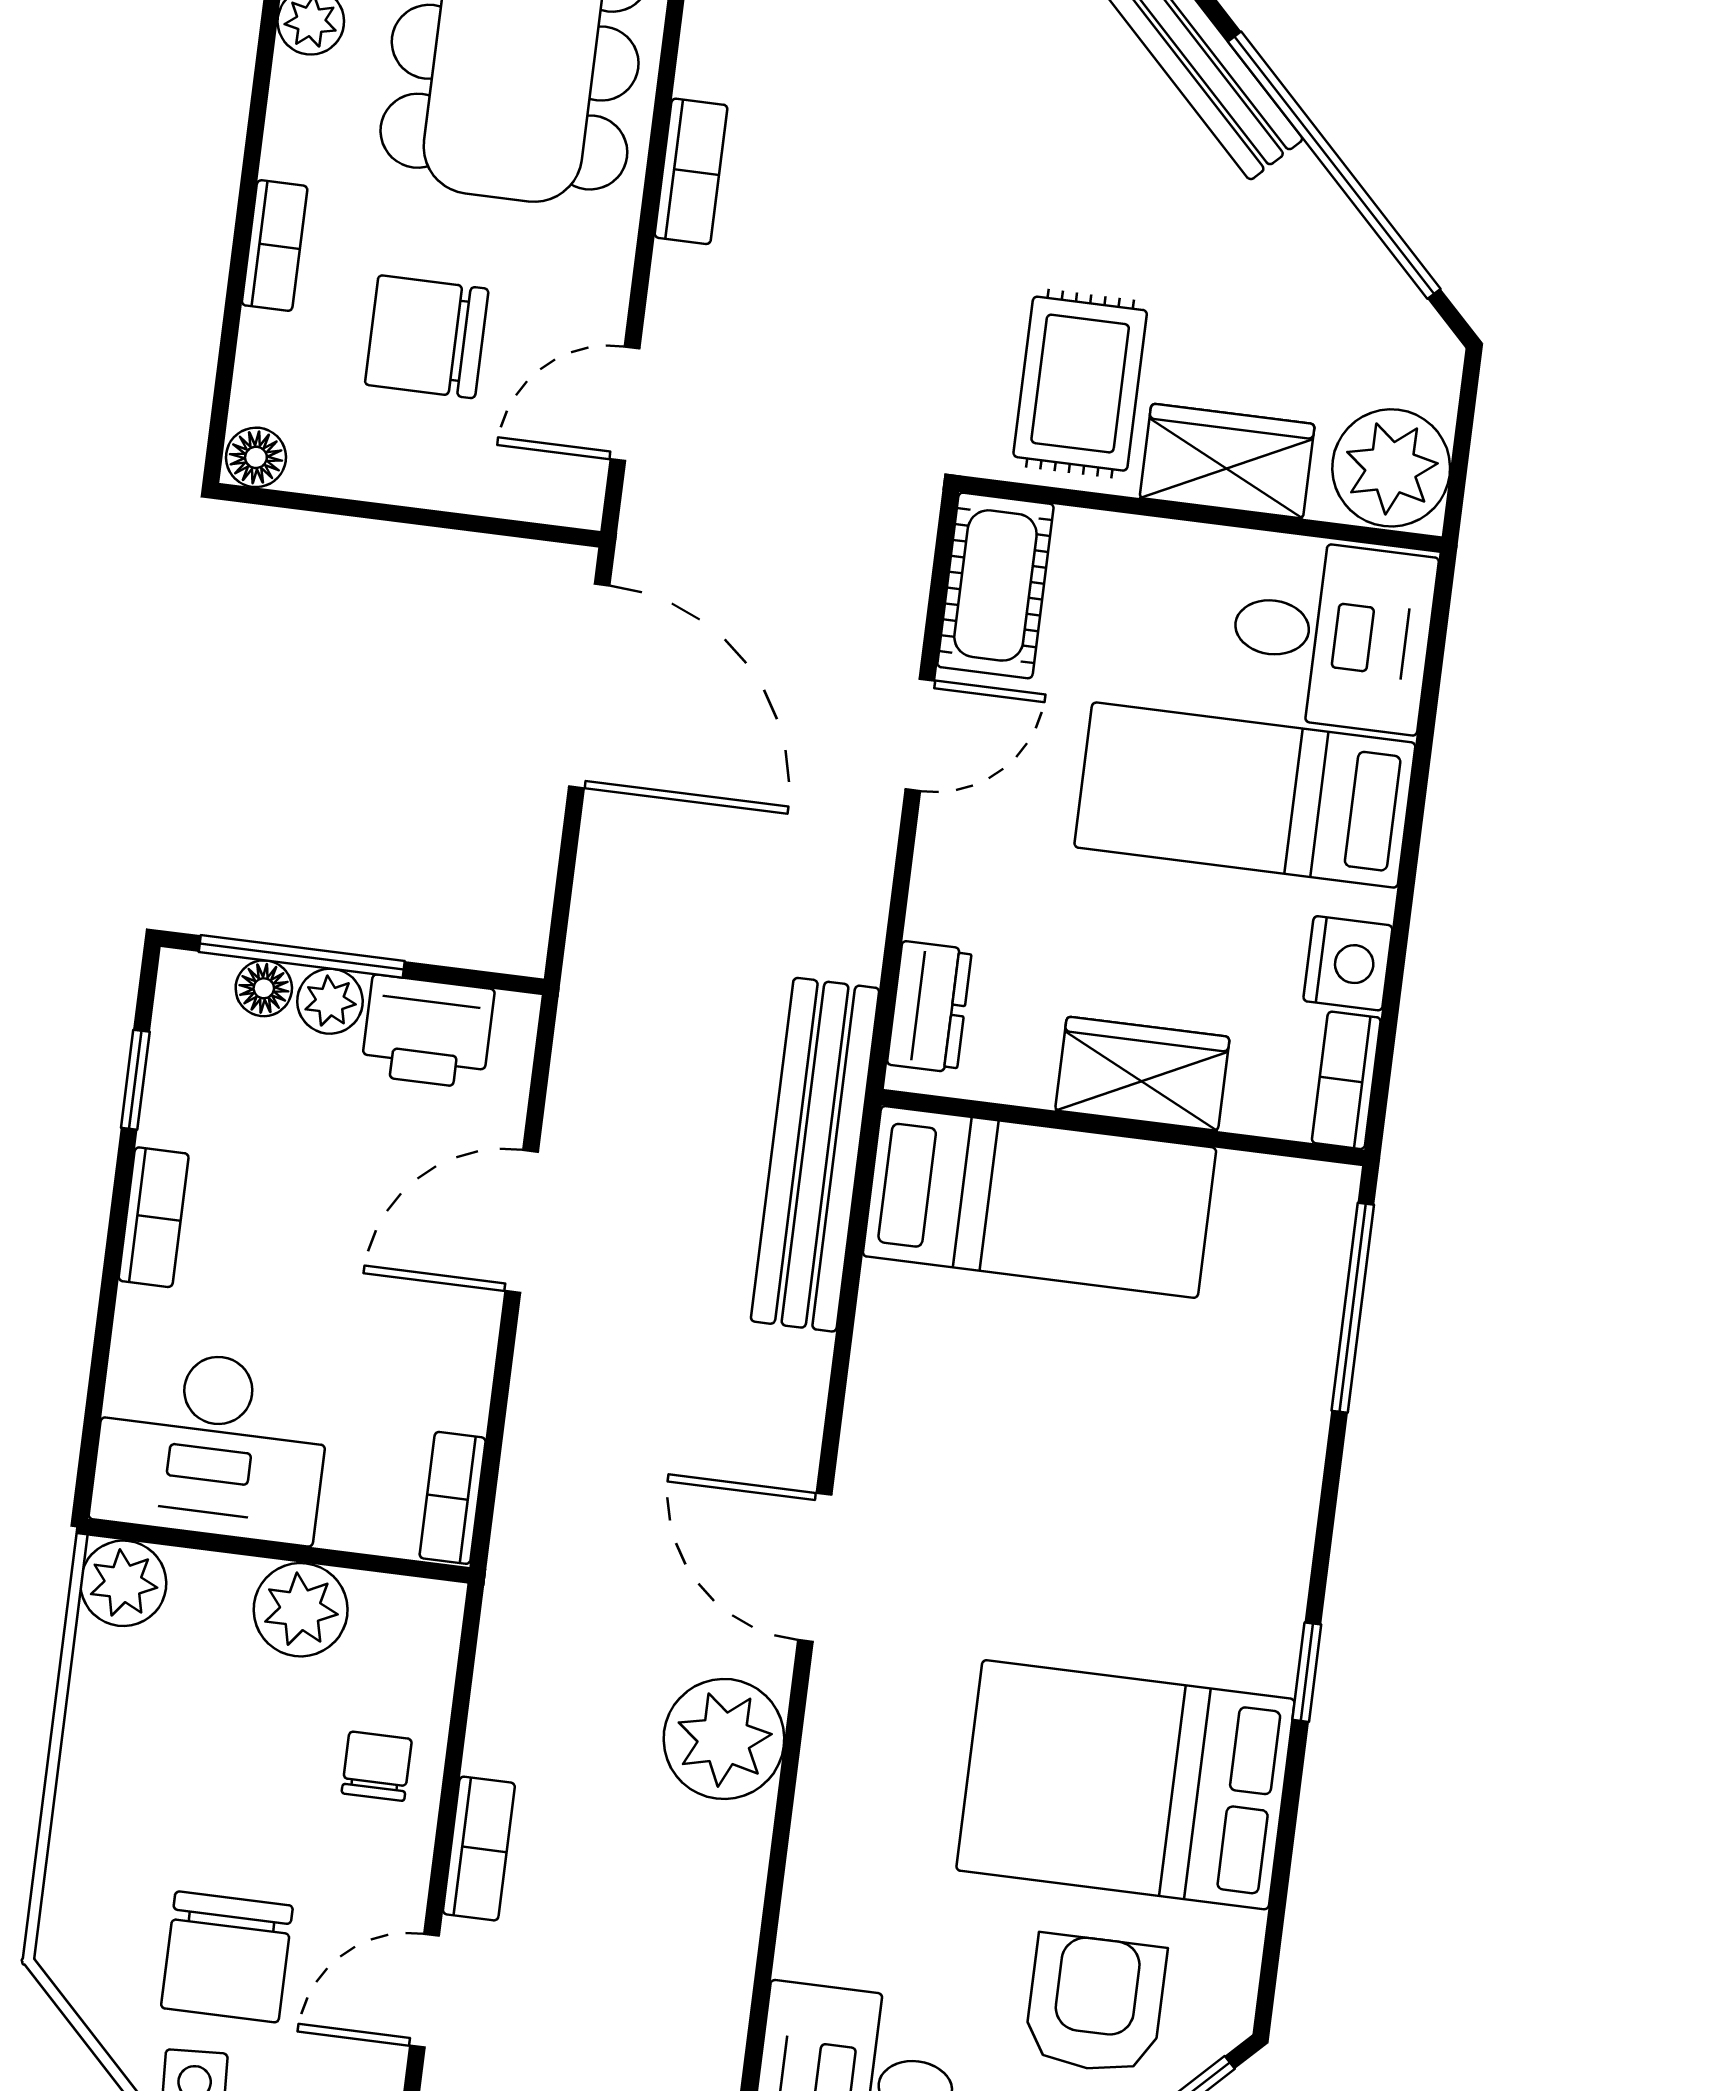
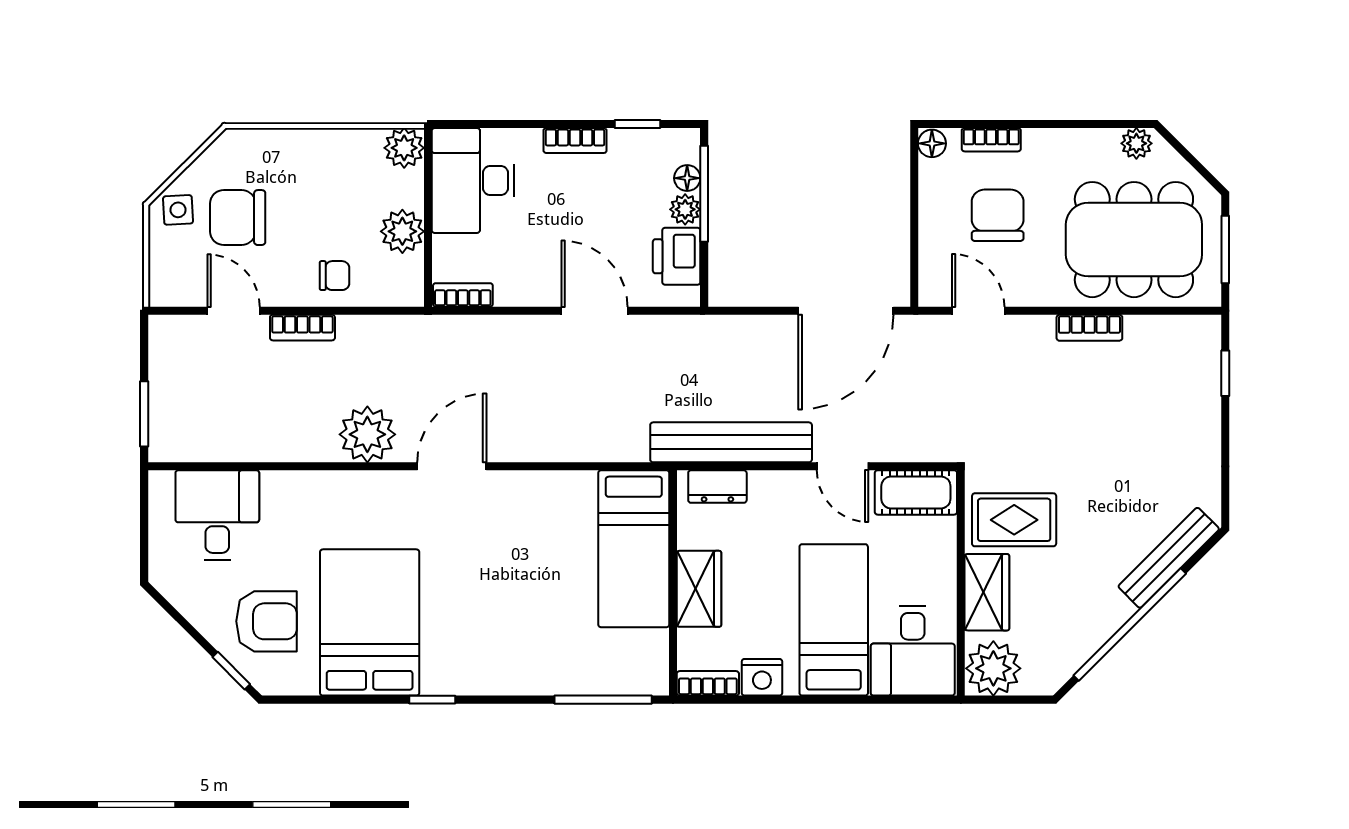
bookcase: (275, 246) -> (991, 140), moved
bench: (815, 1155) -> (731, 442), moved

